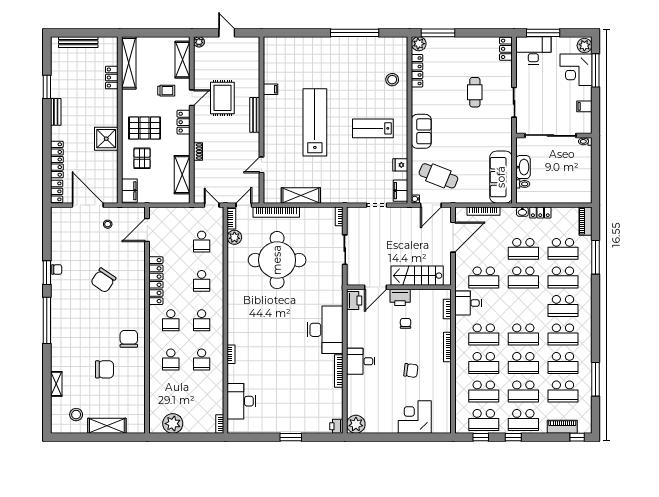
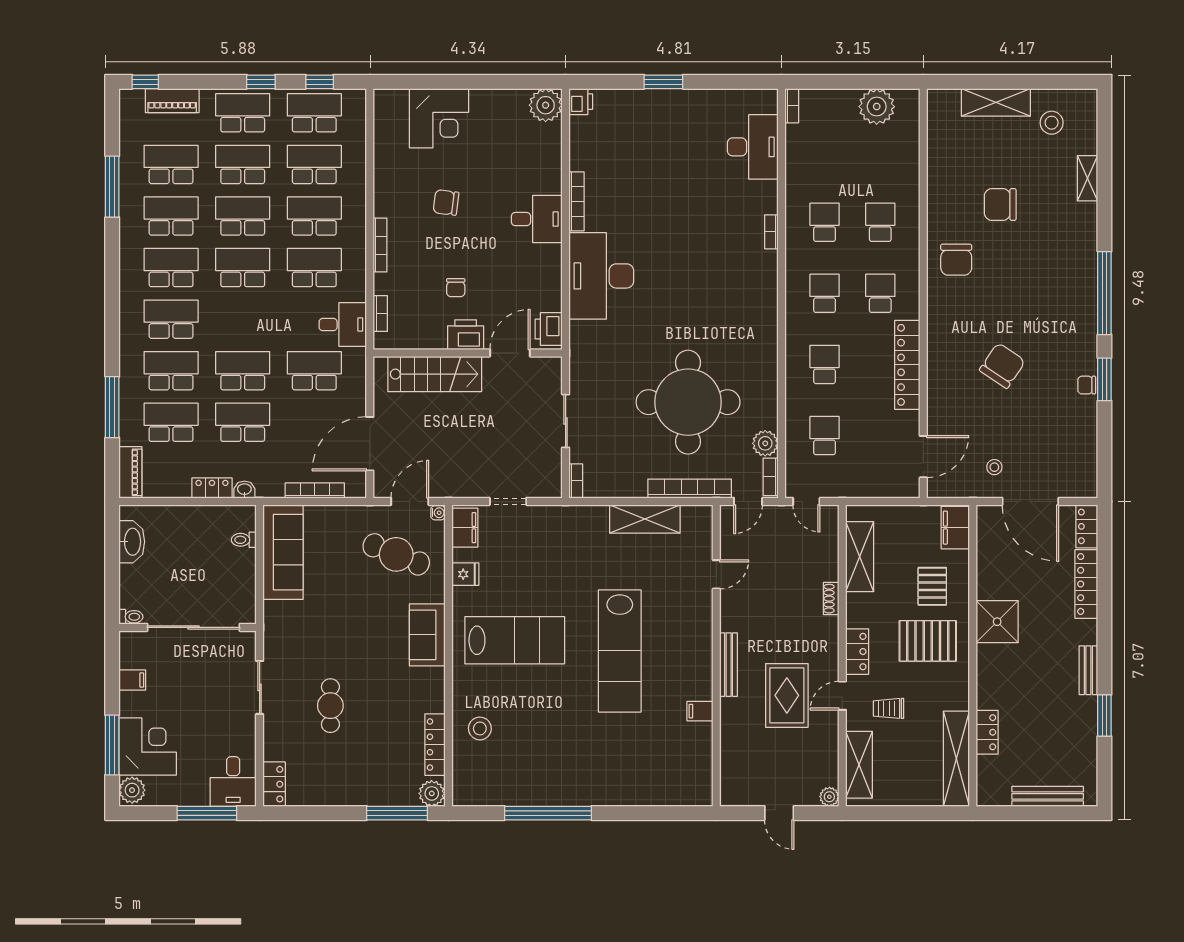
desk: (533, 50) -> (233, 782), width x0.73
lab bench: (373, 128) -> (515, 640), width x1.36, depth x1.39
washbasin: (523, 167) -> (132, 542), moved, turned 180

